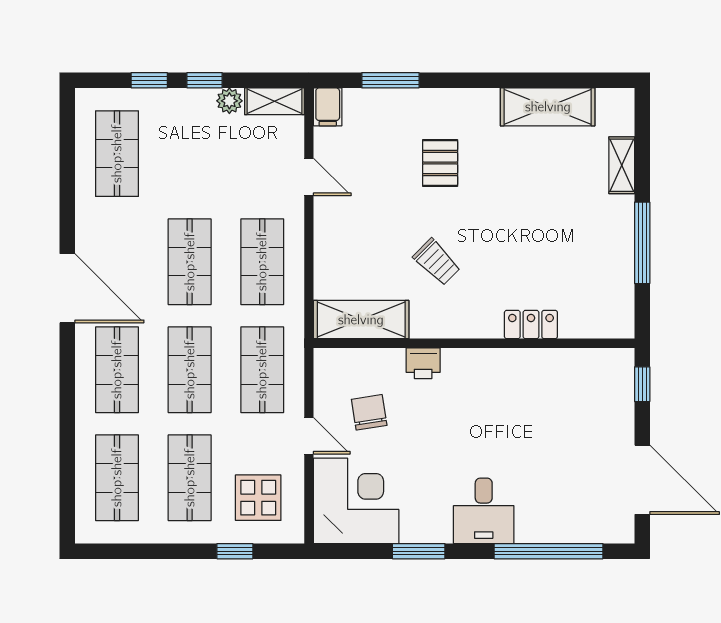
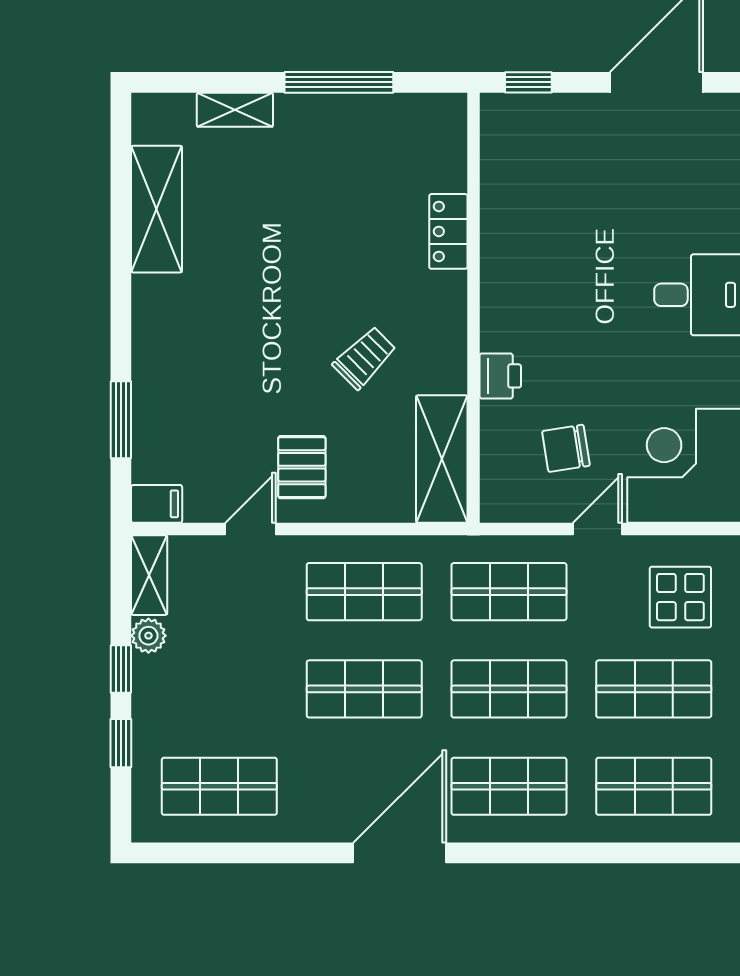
pallet: (440, 163) -> (302, 467), moved, turned 90

